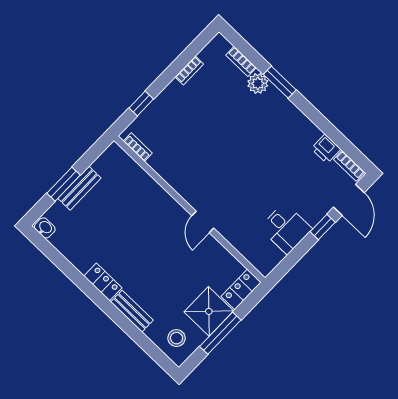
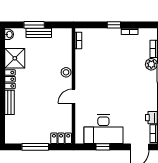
window: (141, 104) -> (114, 25), moved
window: (323, 227) -> (103, 147), moved
desk: (286, 228) -> (103, 129), width x1.87, depth x1.30
shower: (209, 311) -> (15, 58), moved
stool: (177, 338) -> (66, 72), moved

